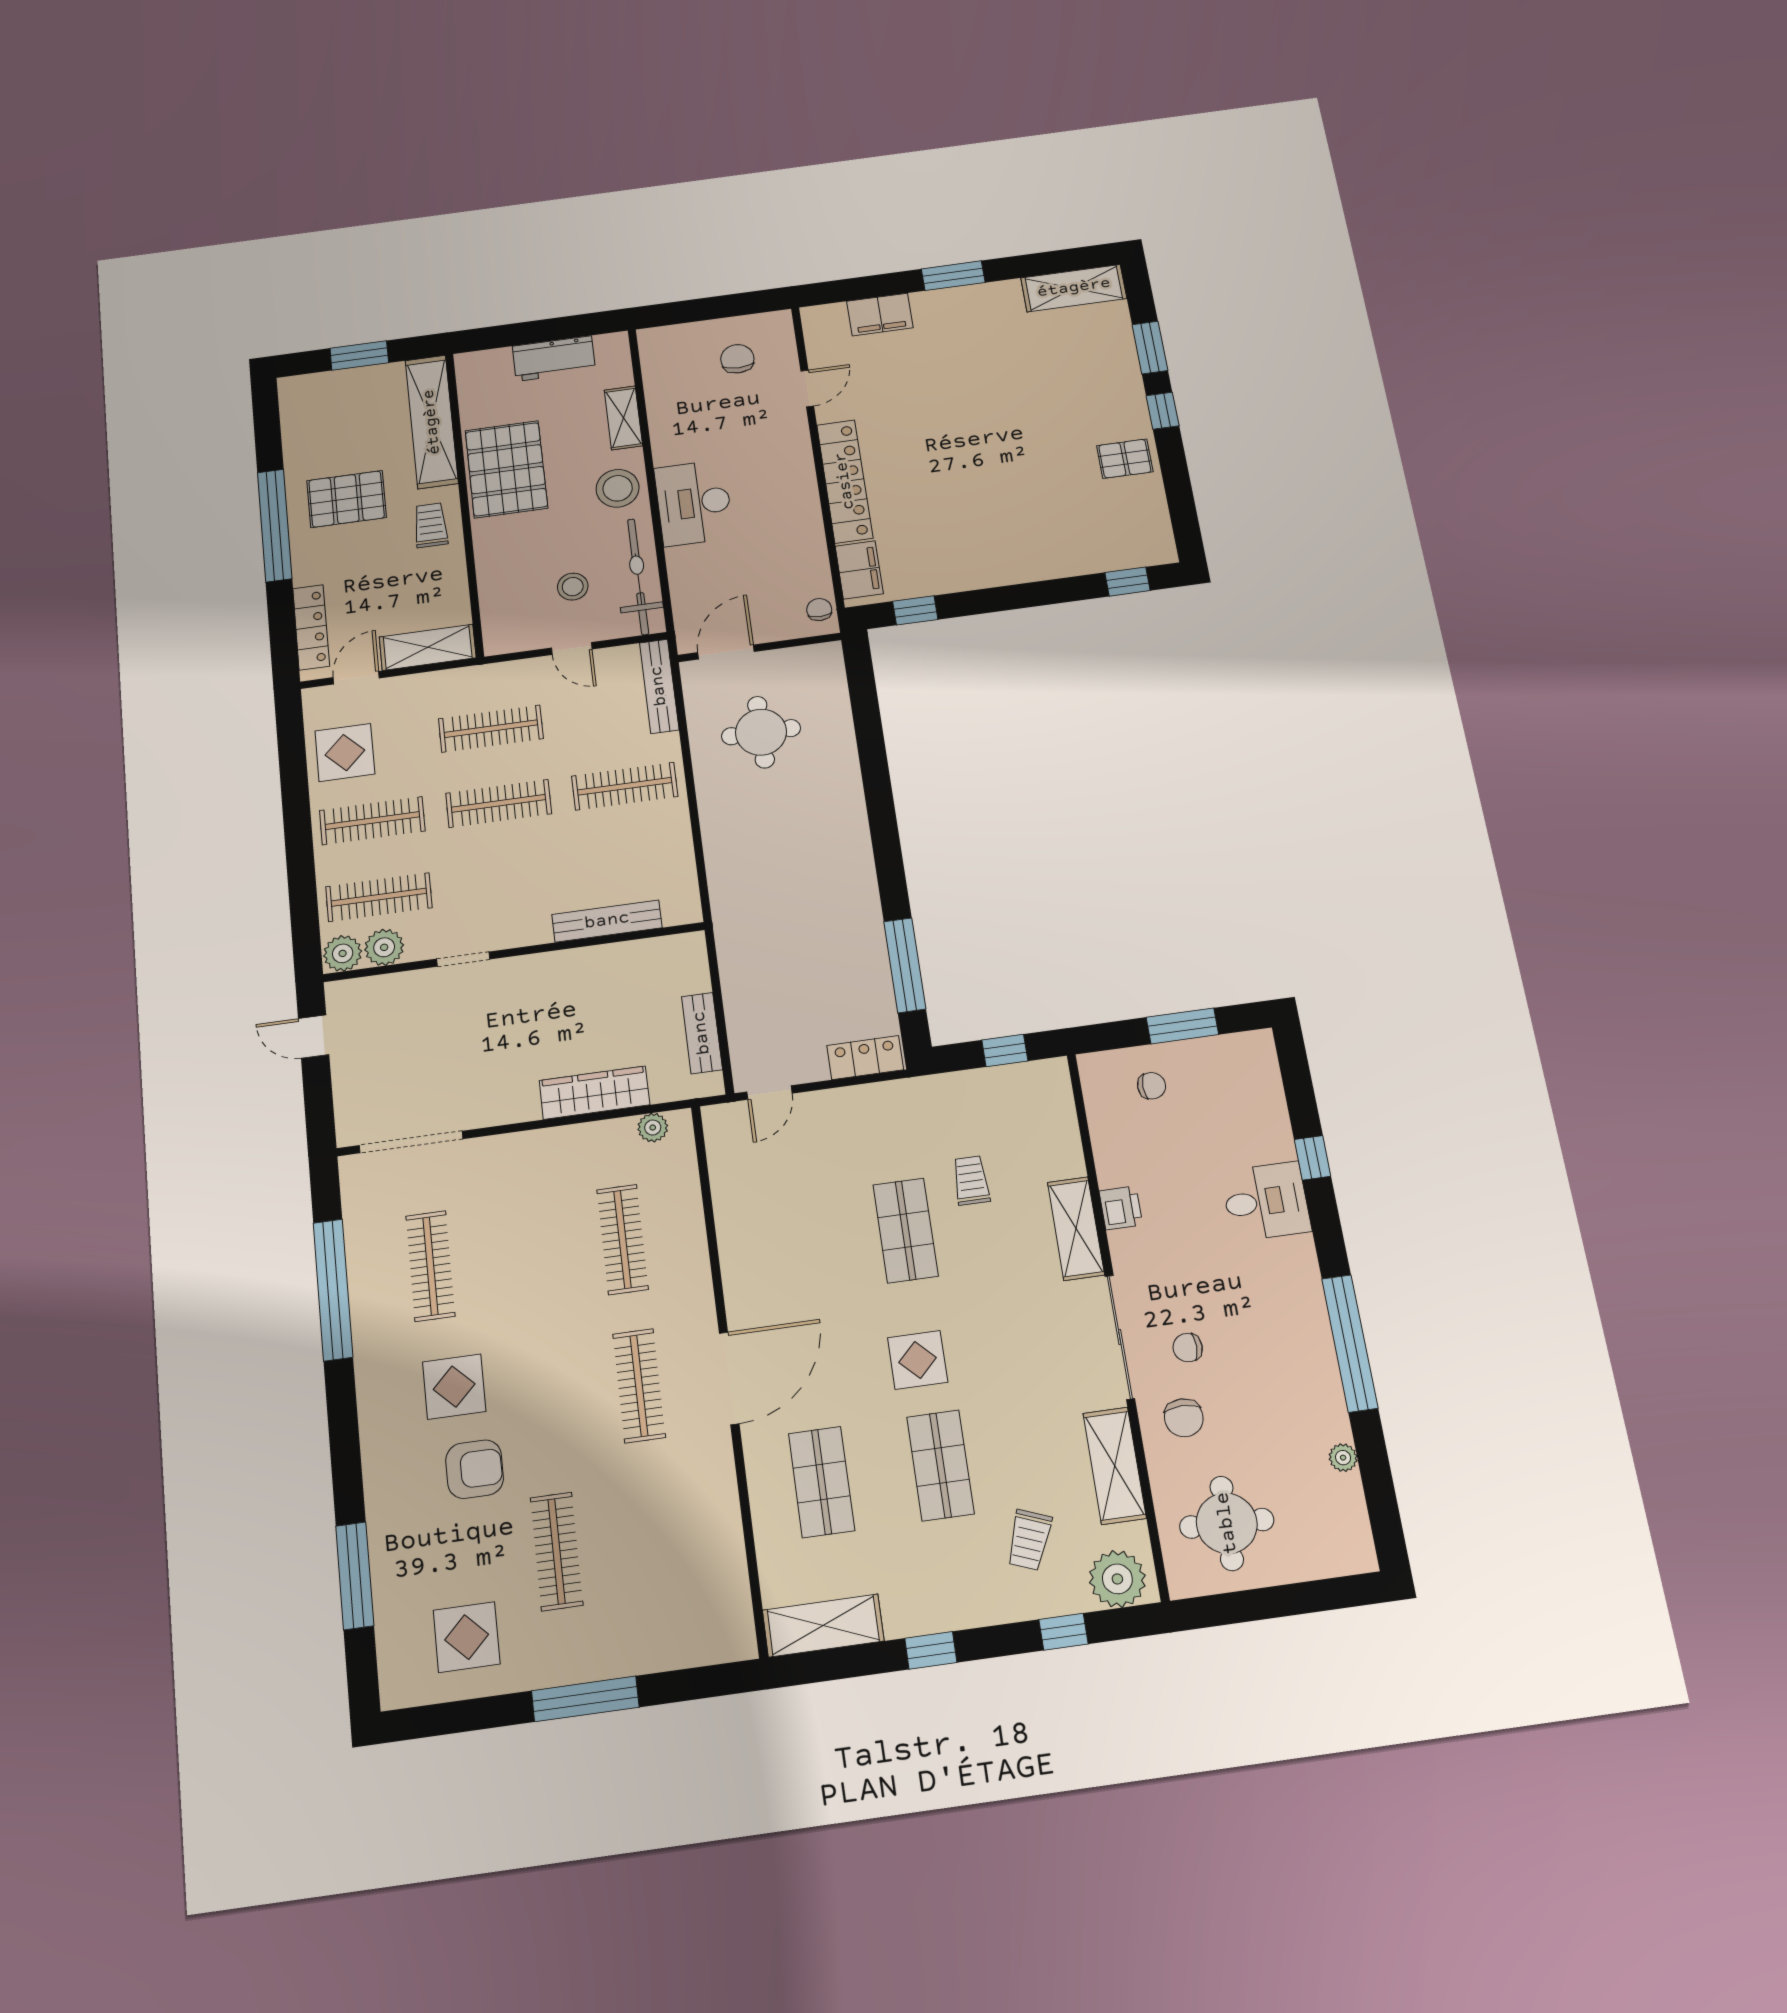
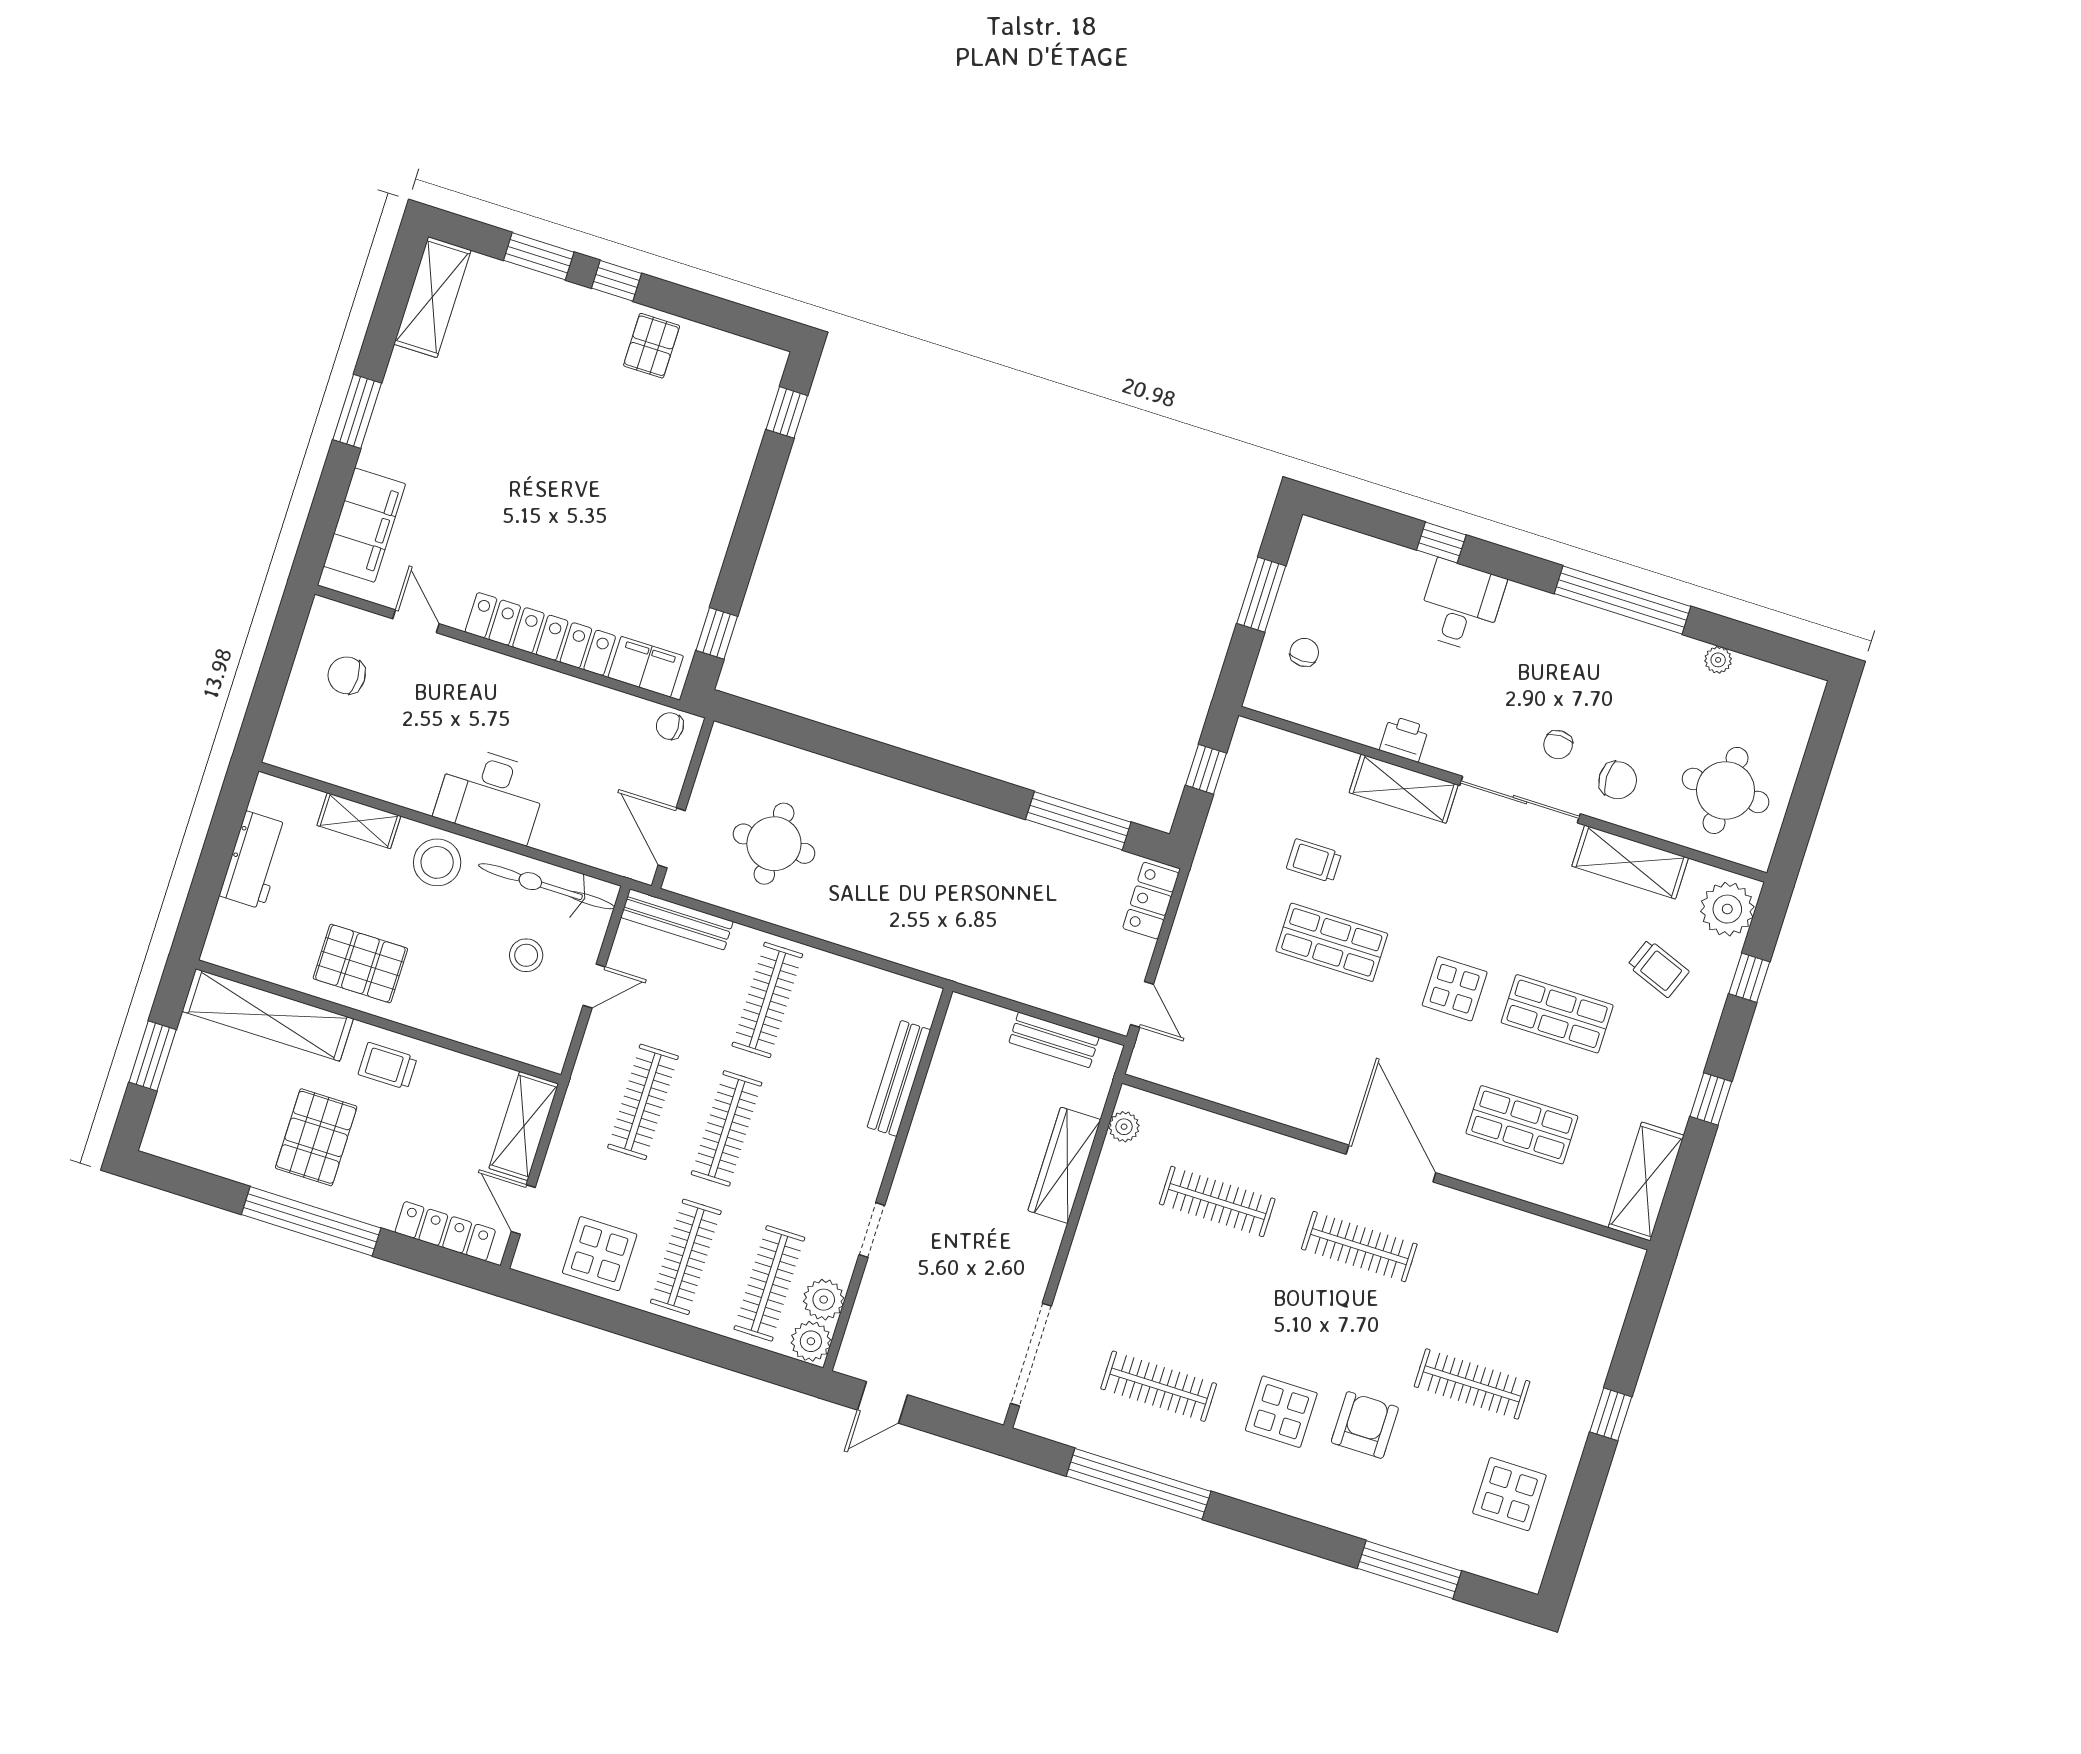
filing cabinet: (880, 315) -> (364, 525), width x1.50, depth x1.17
pallet: (506, 469) -> (360, 964), width x0.73, depth x0.71
window: (585, 1699) -> (1611, 1414), width x0.46

